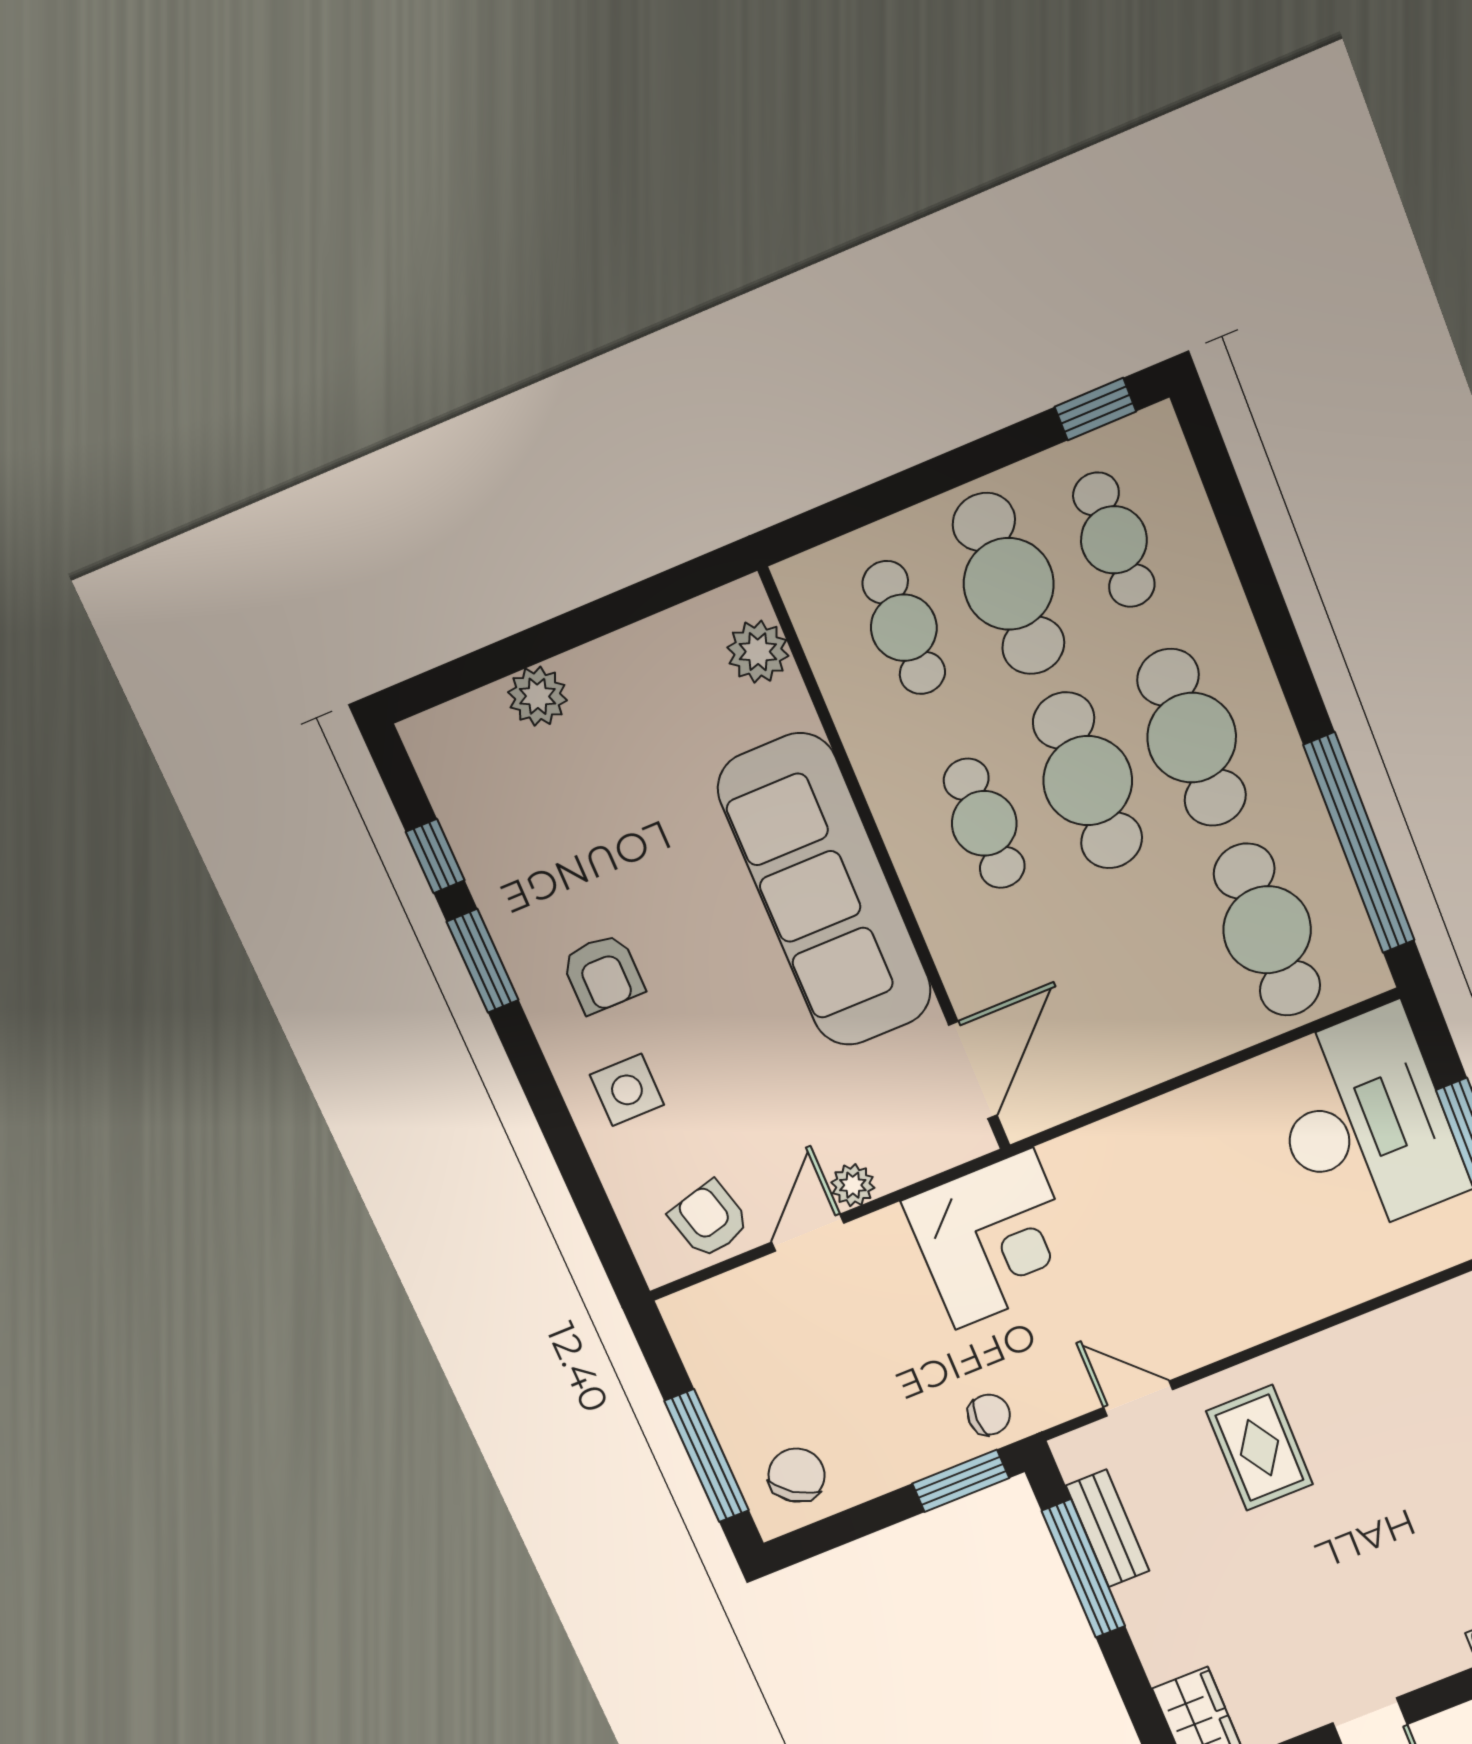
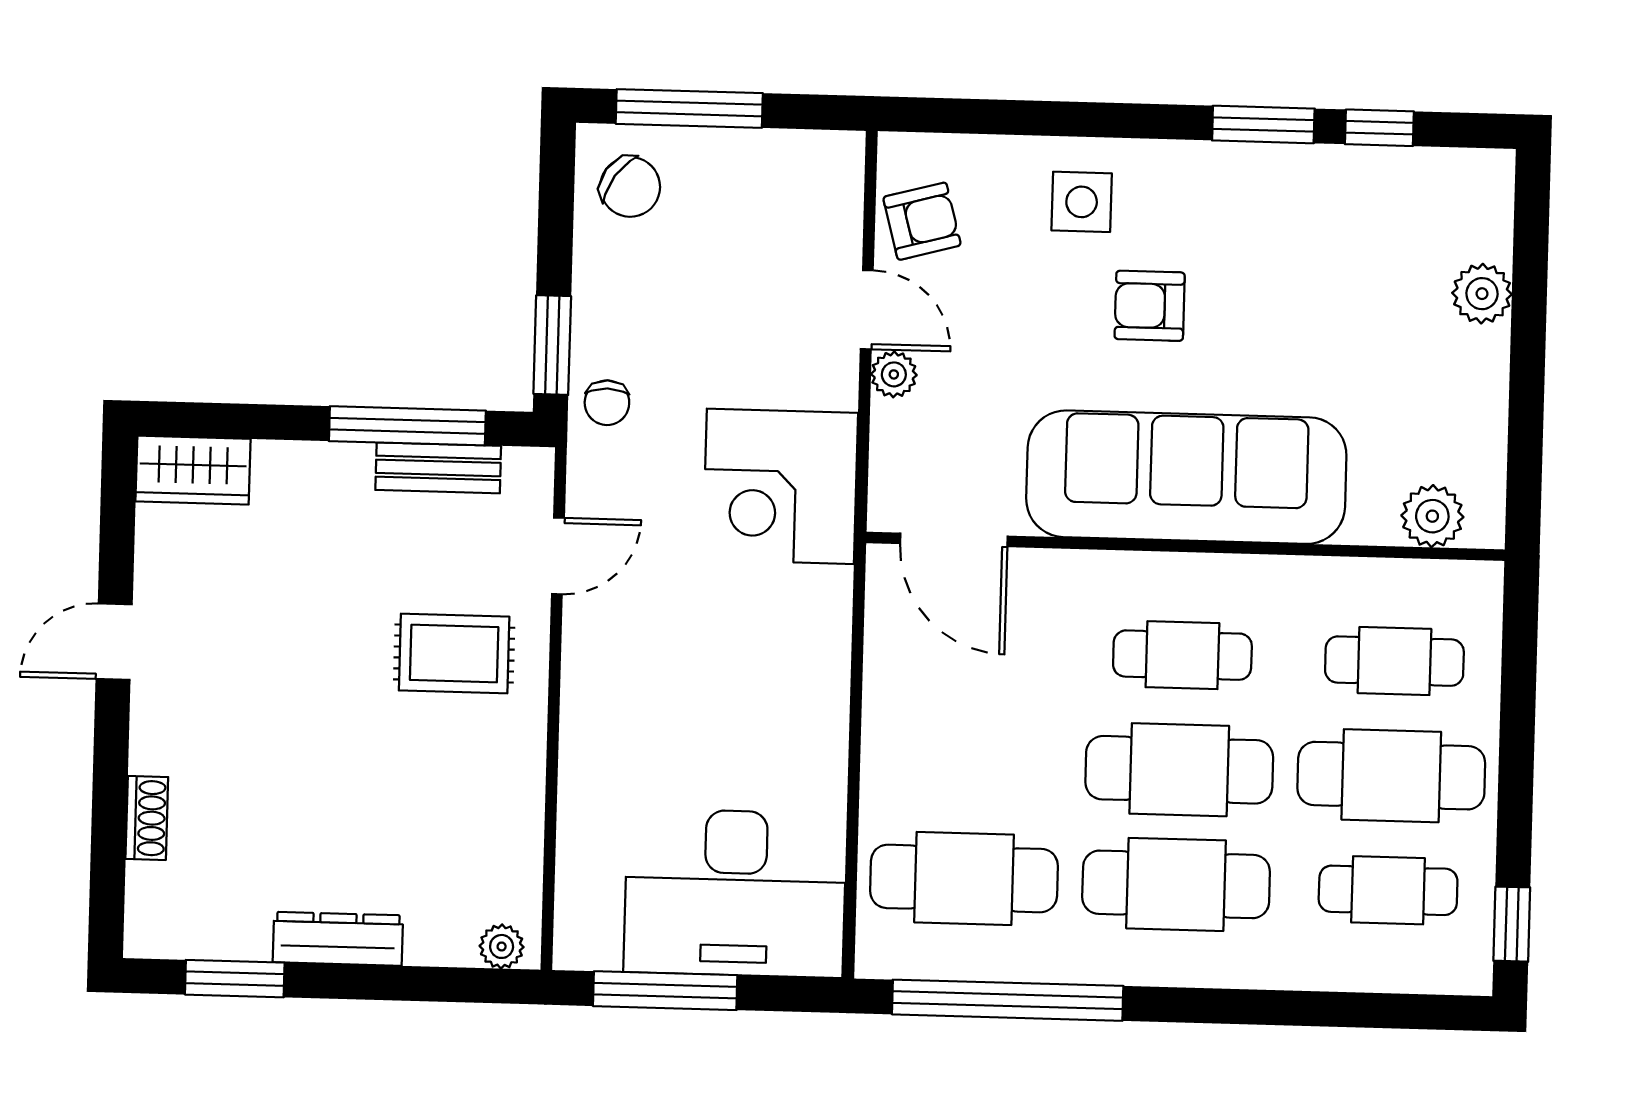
armchair: (603, 974) -> (1150, 306), moved

